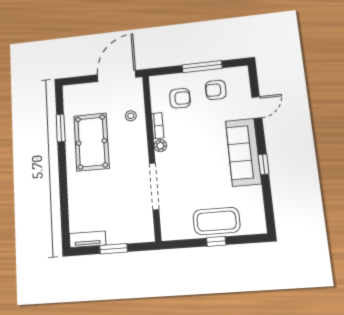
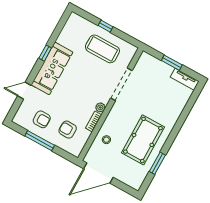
coffee table: (217, 221) -> (102, 49), moved

